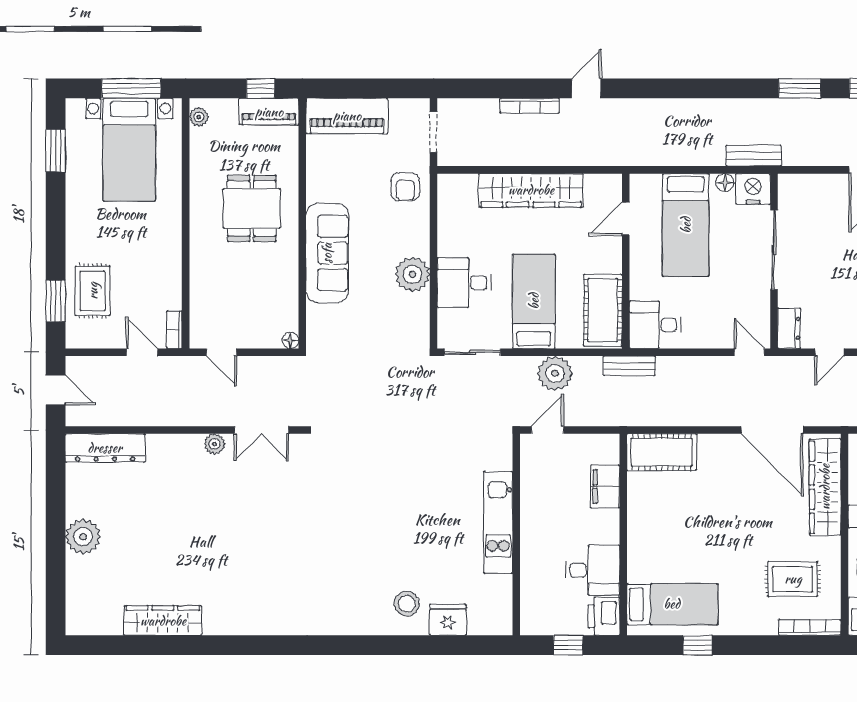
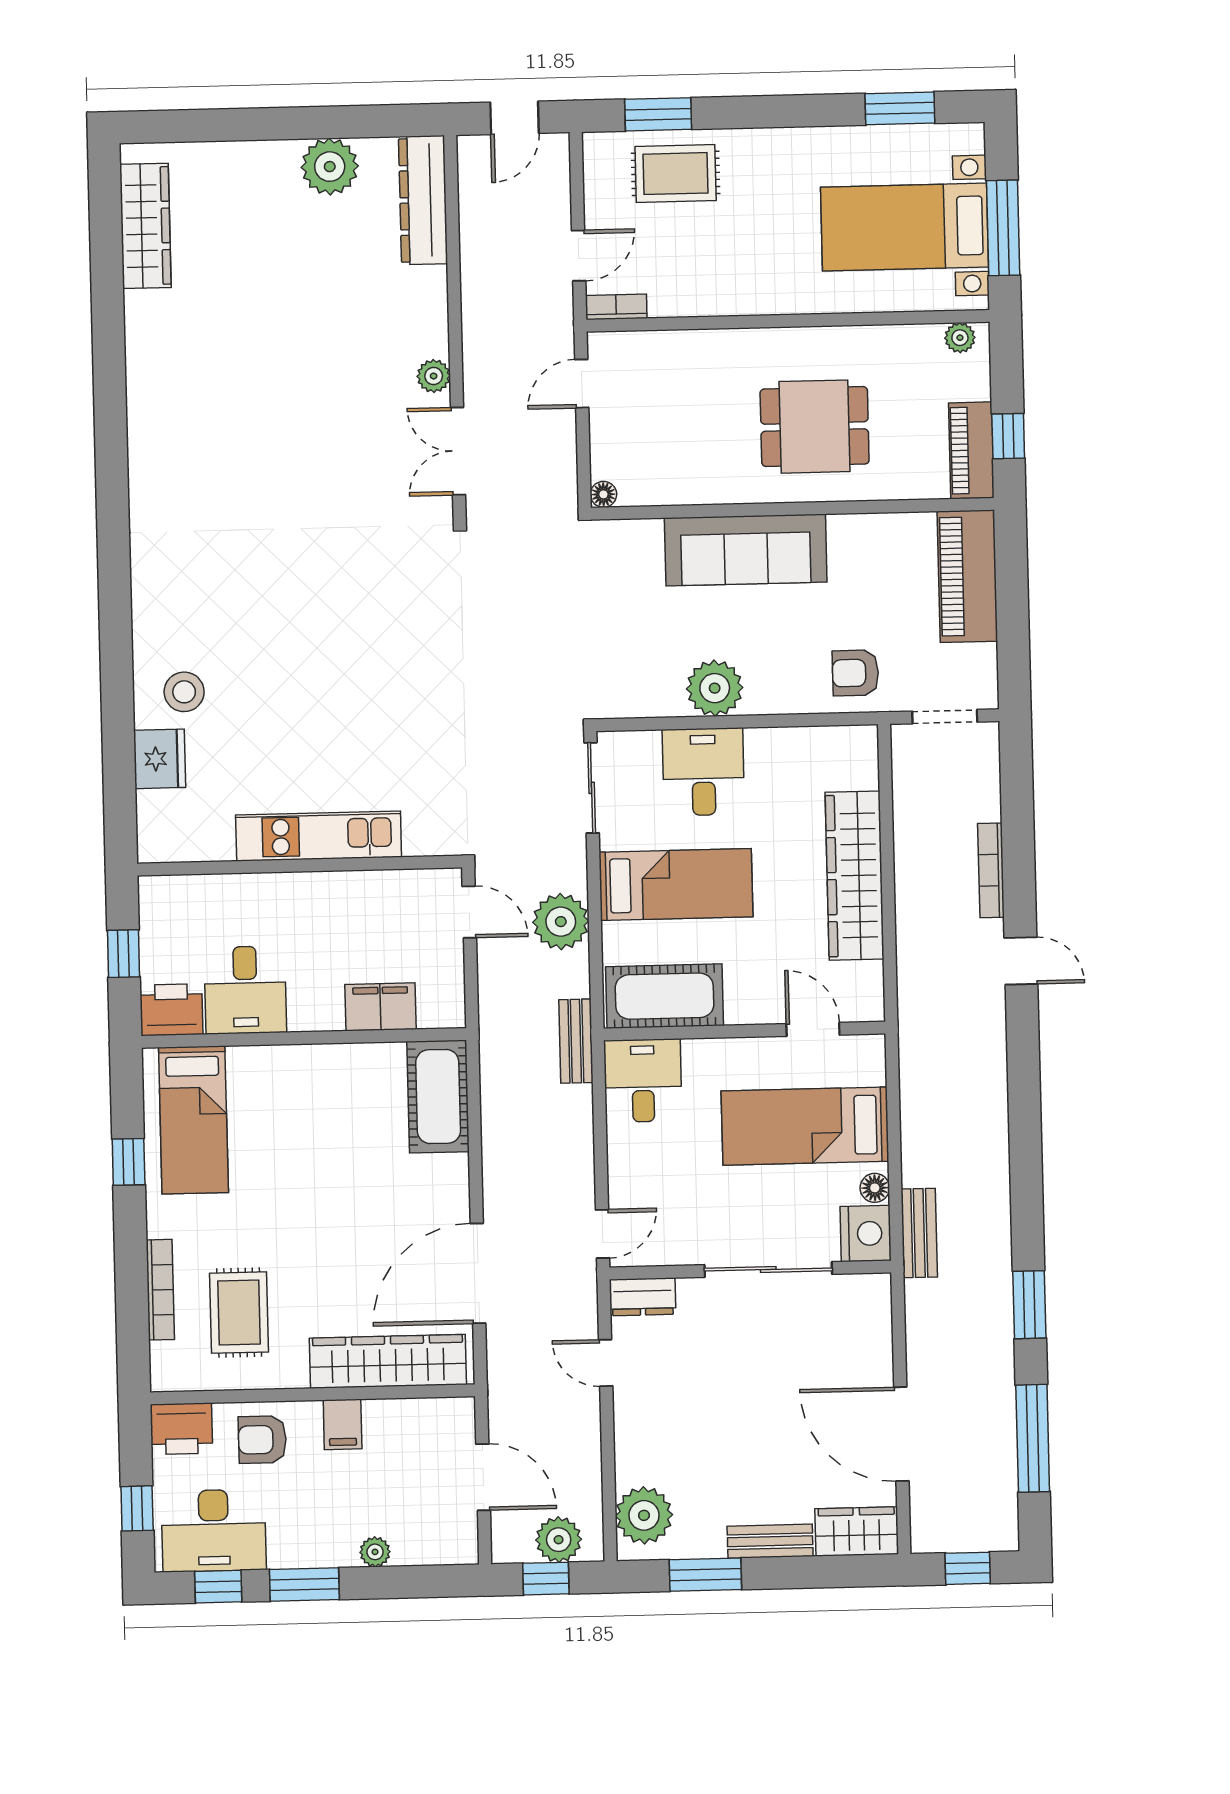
plant: (83, 537) -> (330, 167), moved
wardrobe: (163, 621) -> (145, 226), moved
bookcase: (810, 627) -> (160, 1290), moved

